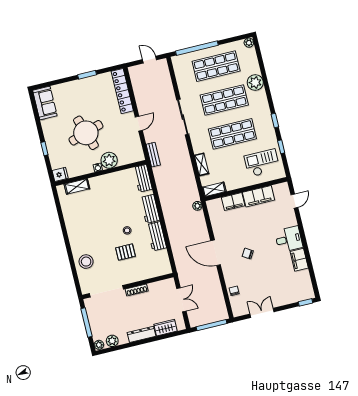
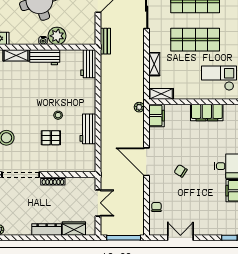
filing cabinet: (233, 202) -> (157, 116), moved, turned -90
workbench: (150, 209) -> (45, 57), moved, turned -90
plant: (112, 341) -> (14, 229), removed

